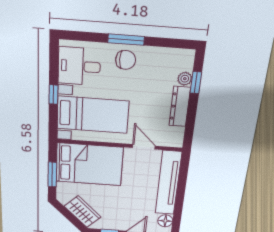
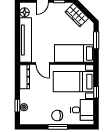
dresser: (180, 107) -> (25, 77), moved
bed: (89, 164) -> (74, 53), width x0.67

